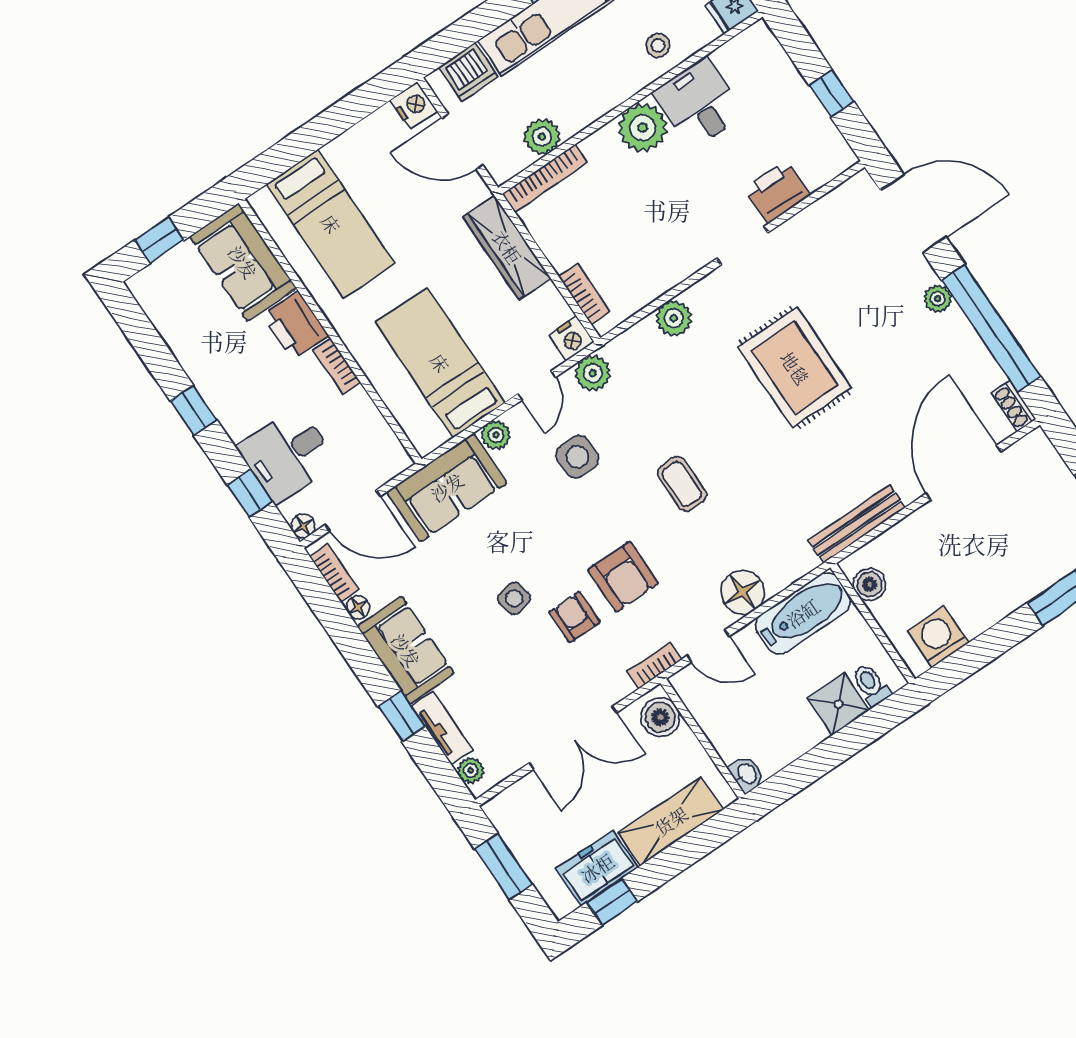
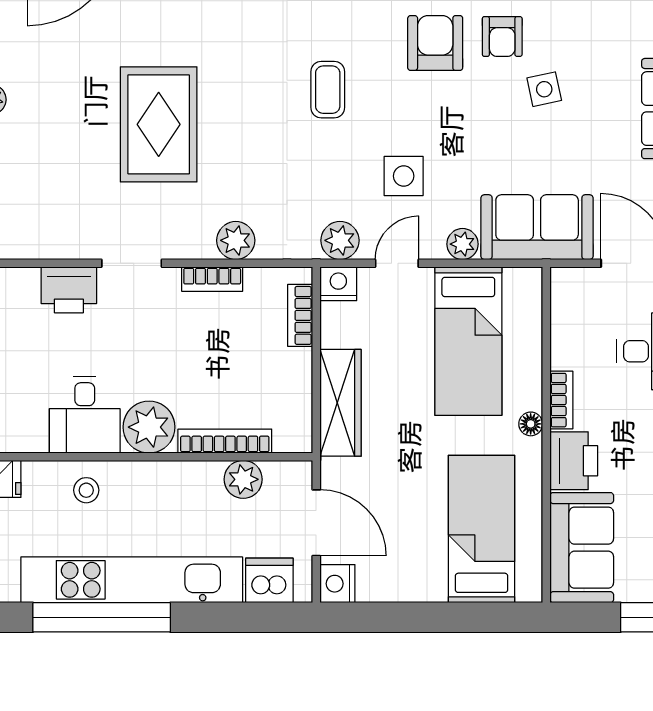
bookcase: (545, 178) -> (225, 441), moved
bookcase: (672, 276) -> (212, 279), added
floor lamp: (348, 331) -> (531, 424), added

